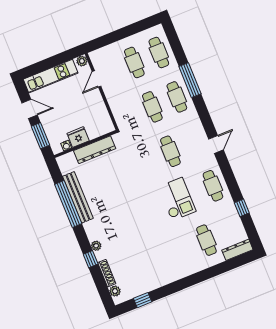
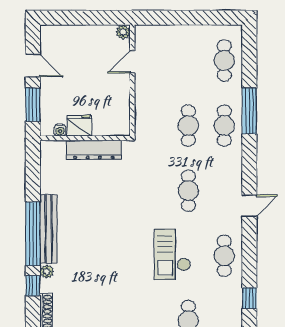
cafe table: (134, 62) -> (188, 60), removed
kitchen unit: (51, 76) -> (76, 35), removed
bench: (78, 197) -> (48, 229), moved
checkout: (177, 199) -> (172, 254), turned 180
window: (68, 204) -> (33, 234), moved

